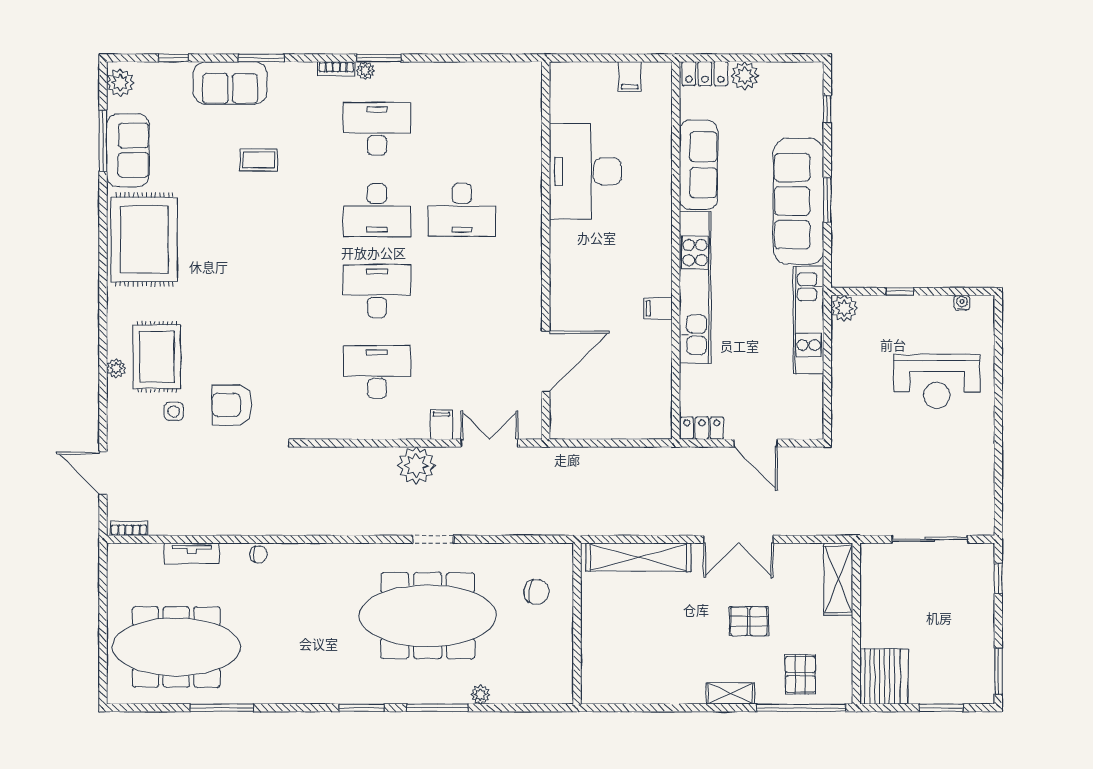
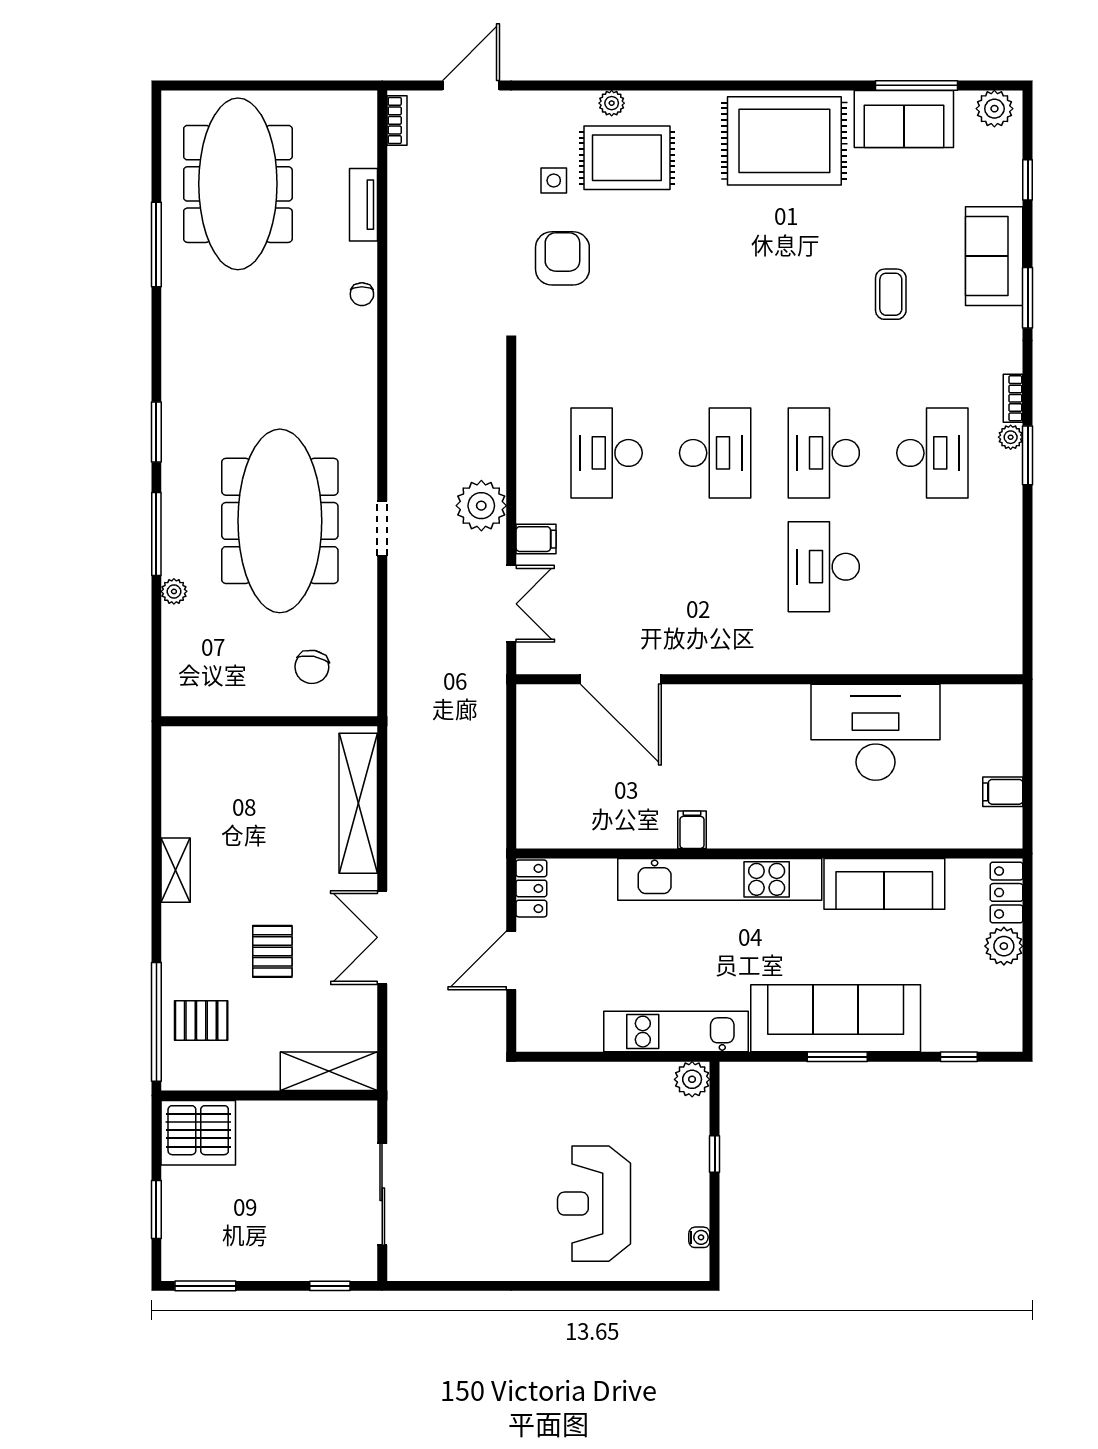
desk: (377, 372) -> (607, 453), turned 180
shelving: (730, 693) -> (176, 870), moved

